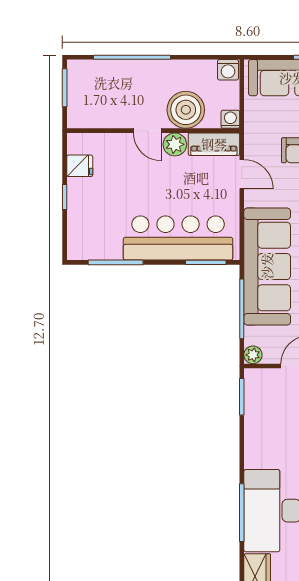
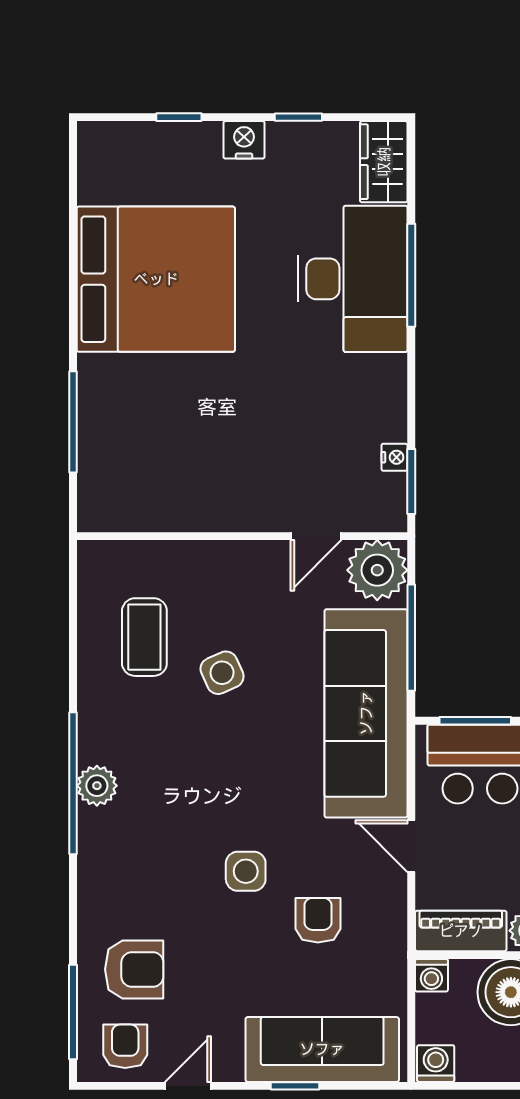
door: (242, 174) -> (411, 846), moved
plant: (253, 355) -> (377, 570), width x1.88, depth x1.88
nightstand: (251, 410) -> (394, 457), added

